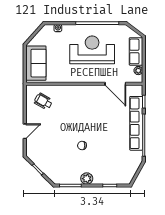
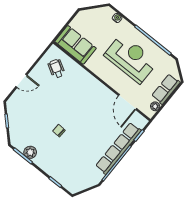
sofa: (36, 63) -> (76, 45), moved, turned -90
plant: (87, 179) -> (30, 152), moved

